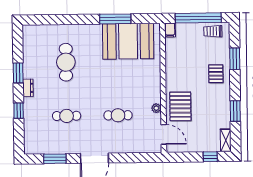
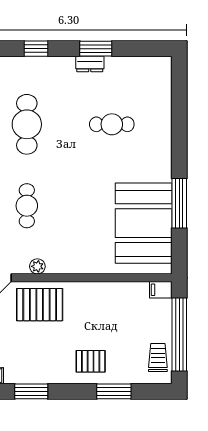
cafe table: (66, 62) -> (112, 124), width x0.73, depth x0.74
dresser: (28, 88) -> (90, 64), moved
cafe table: (67, 116) -> (27, 124), width x1.37, depth x1.35

